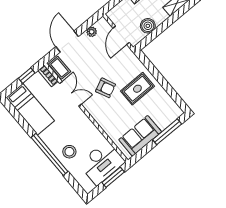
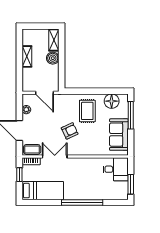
boiler: (148, 26) -> (53, 58), moved
floor lamp: (165, 103) -> (112, 101), added
stool: (69, 152) -> (91, 188), removed
desk: (102, 163) -> (116, 169), width x0.73
window: (113, 177) -> (131, 184), moved

